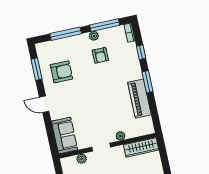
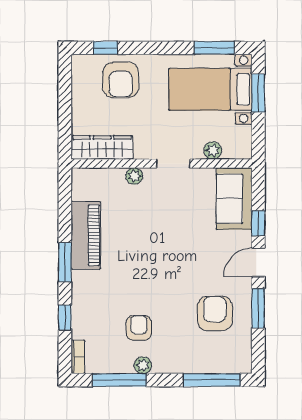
window: (66, 34) -> (212, 380), moved
window: (37, 69) -> (258, 308), moved
armchair: (61, 72) -> (215, 313), turned 90
door: (44, 104) -> (258, 262), swing flipped
window: (49, 125) -> (258, 223), added

